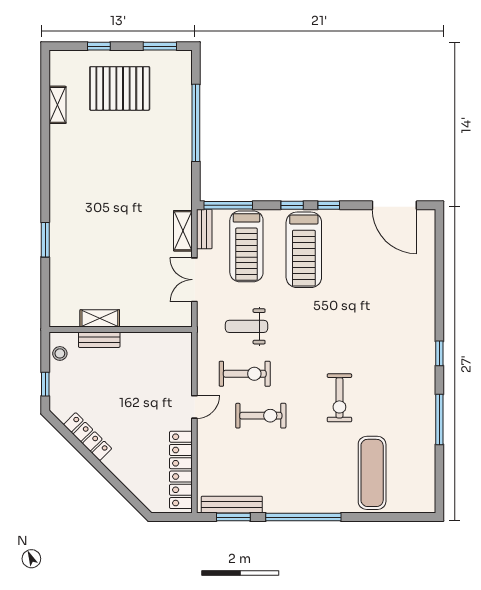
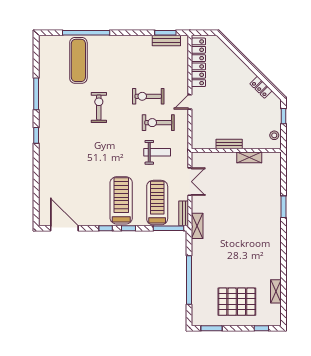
window: (99, 46) -> (261, 328), moved
shelving: (183, 231) -> (197, 226), moved
bench: (99, 340) -> (229, 144), moved
locker: (88, 437) -> (261, 87), width x0.66
bench: (232, 505) -> (166, 40), width x0.73
window: (303, 517) -> (86, 33), moved

